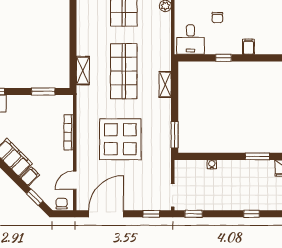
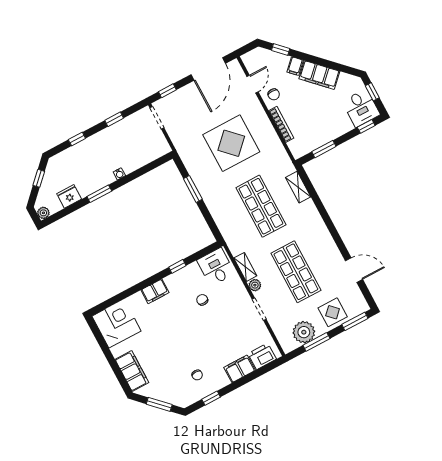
filing cabinet: (248, 47) -> (155, 291), width x2.00
shelving: (165, 84) -> (245, 267), moved
window: (175, 135) -> (193, 189), moved
water cooler: (212, 164) -> (119, 174), moved
chair: (62, 204) -> (274, 94), moved
window: (194, 214) -> (114, 119), moved

